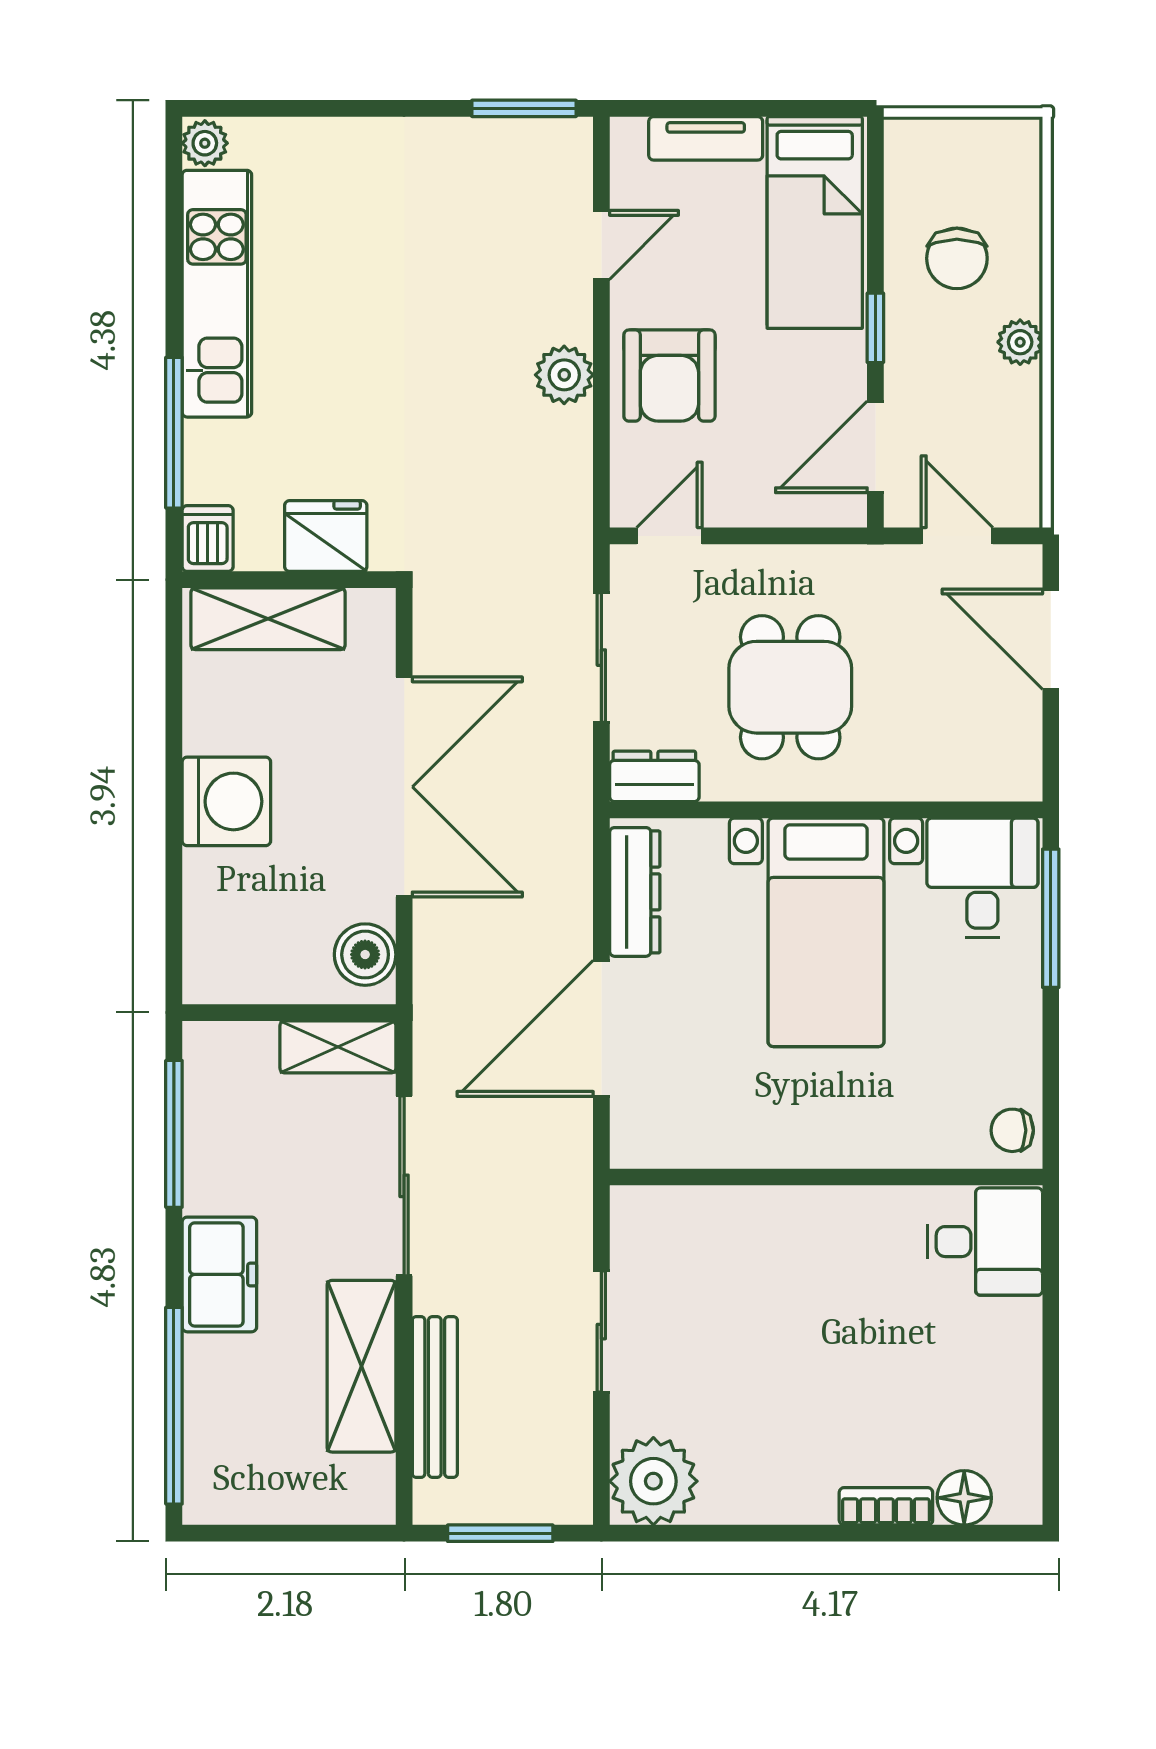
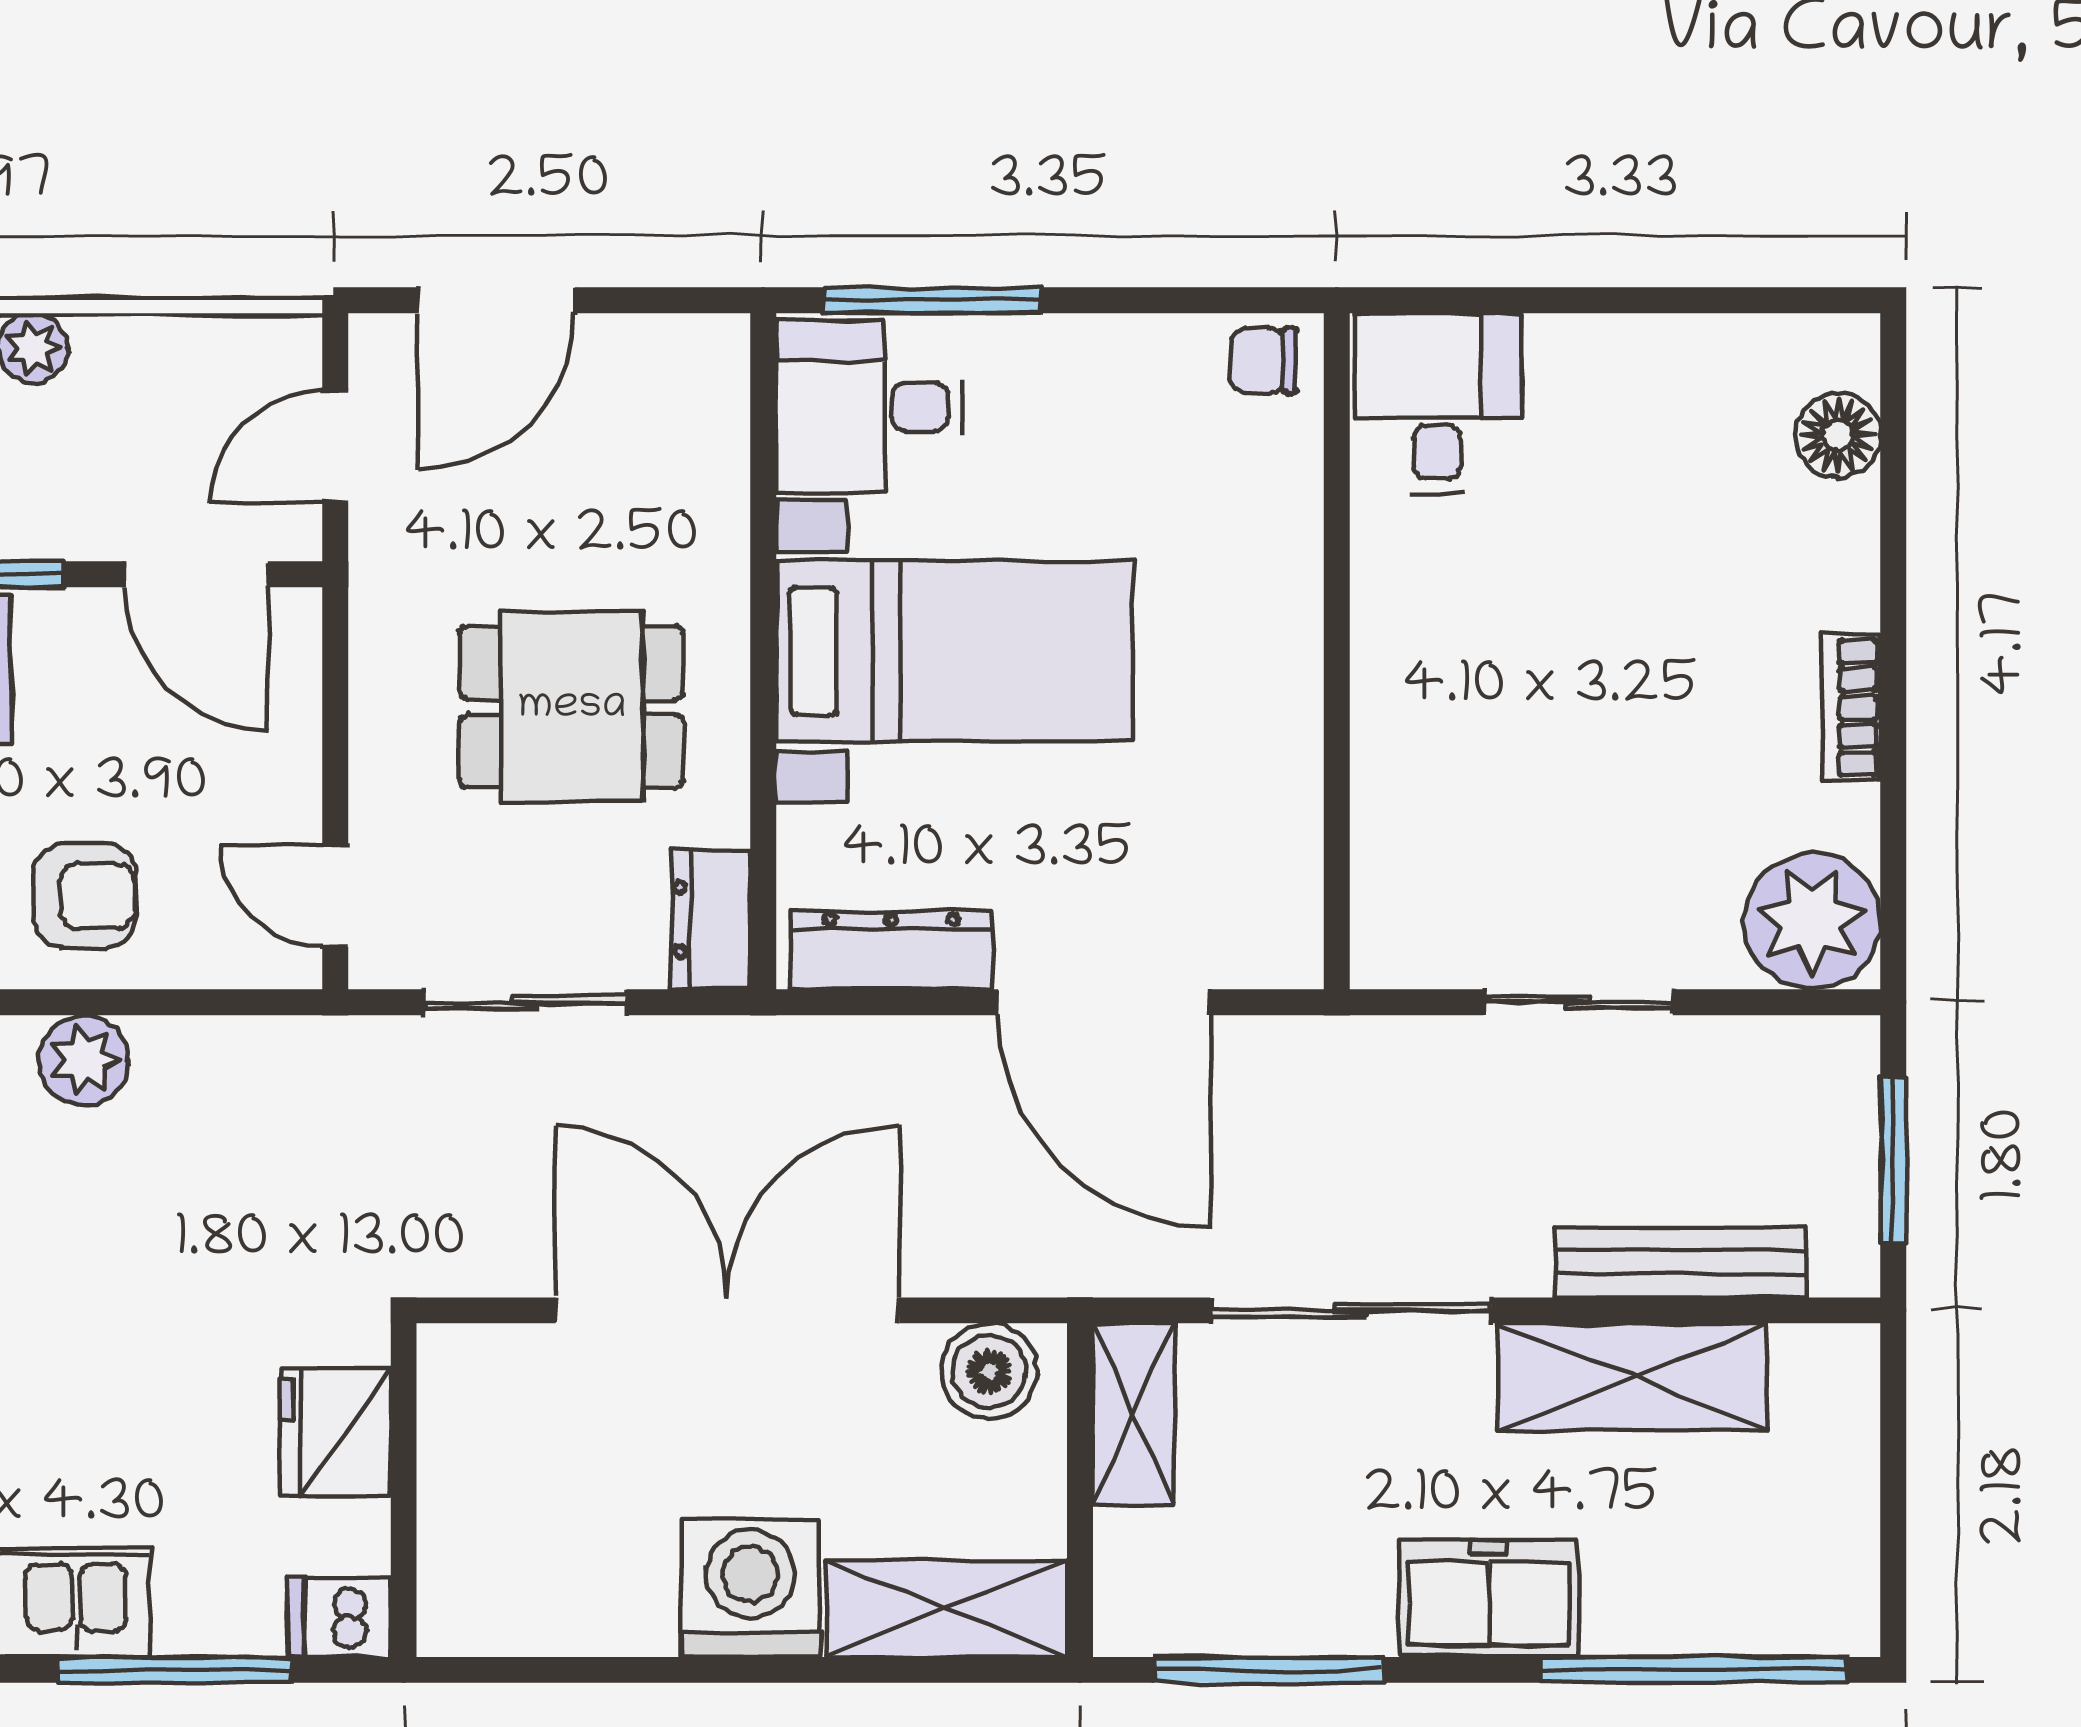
armchair: (669, 376) -> (85, 896), width x0.72, depth x0.72
shelving: (268, 619) -> (947, 1609), moved, turned 90
chair: (1012, 1130) -> (1264, 360), turned 90
bookcase: (886, 1506) -> (1851, 708), moved

